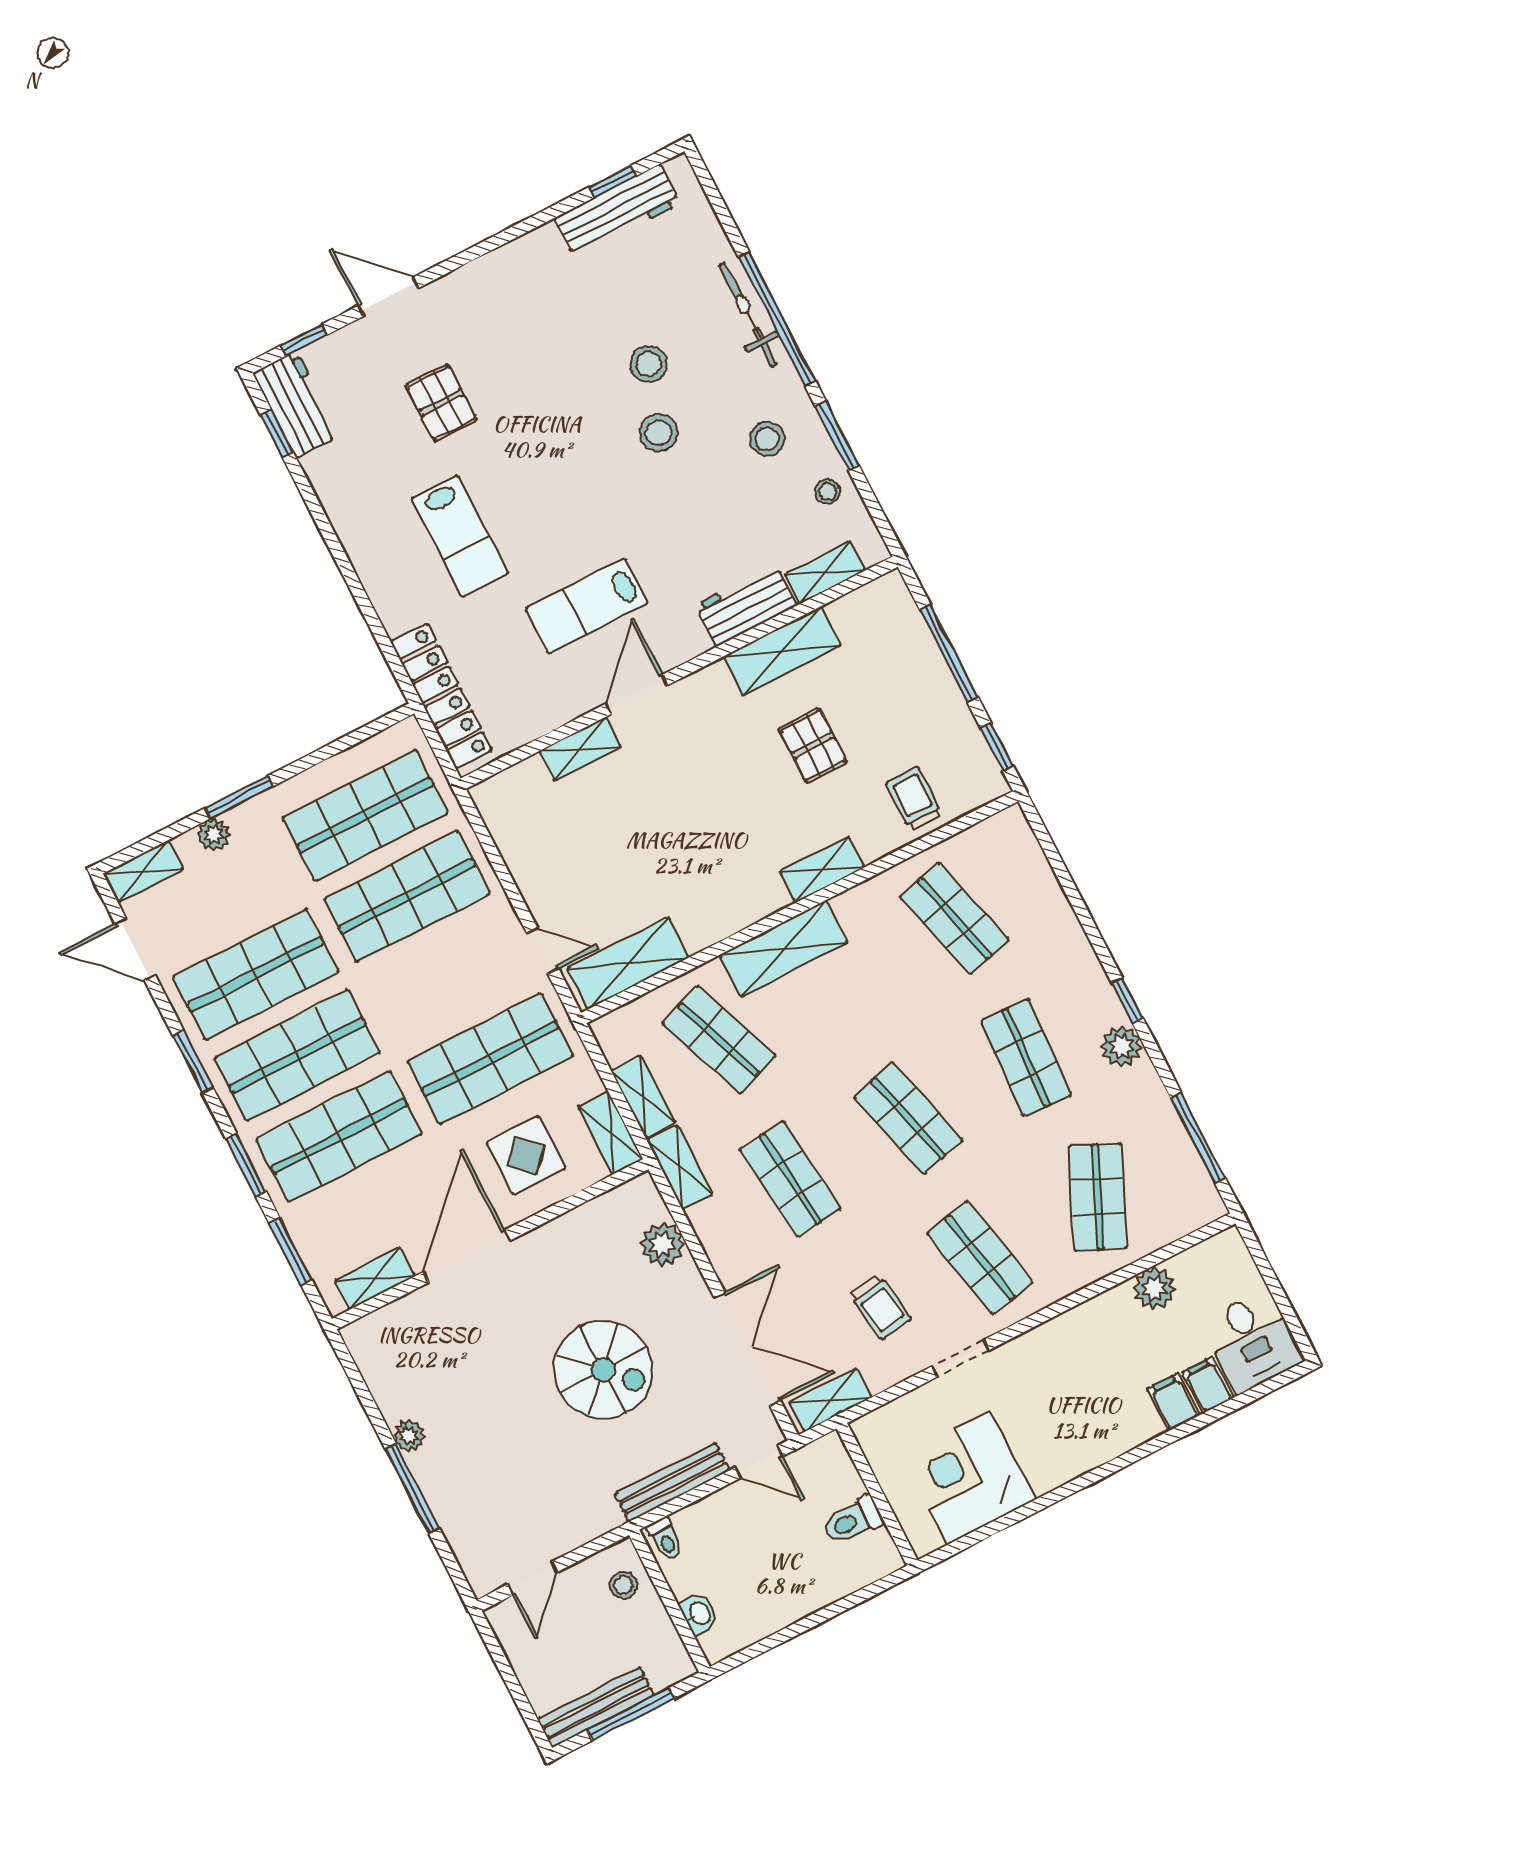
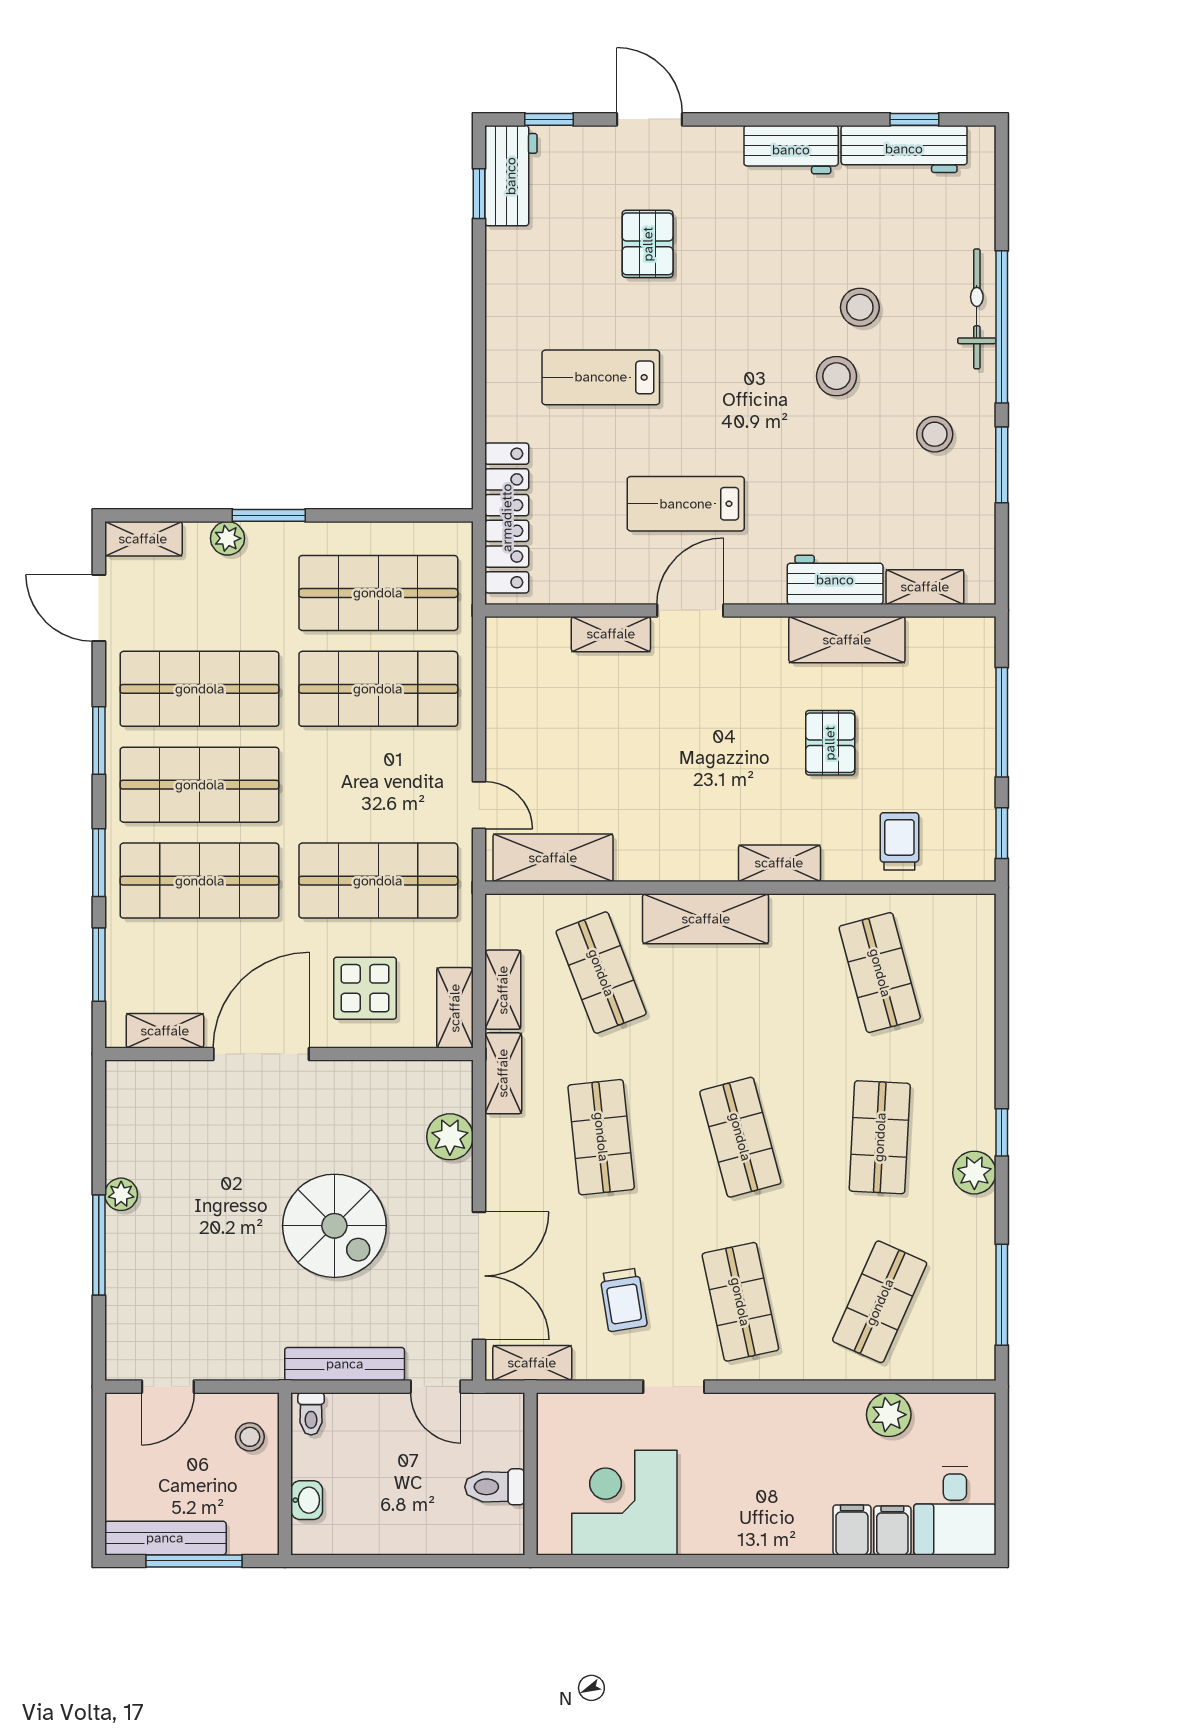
workbench: (522, 261) -> (791, 150), added
stool: (828, 492) -> (966, 513), removed
lab bench: (460, 536) -> (601, 377), turned 90

